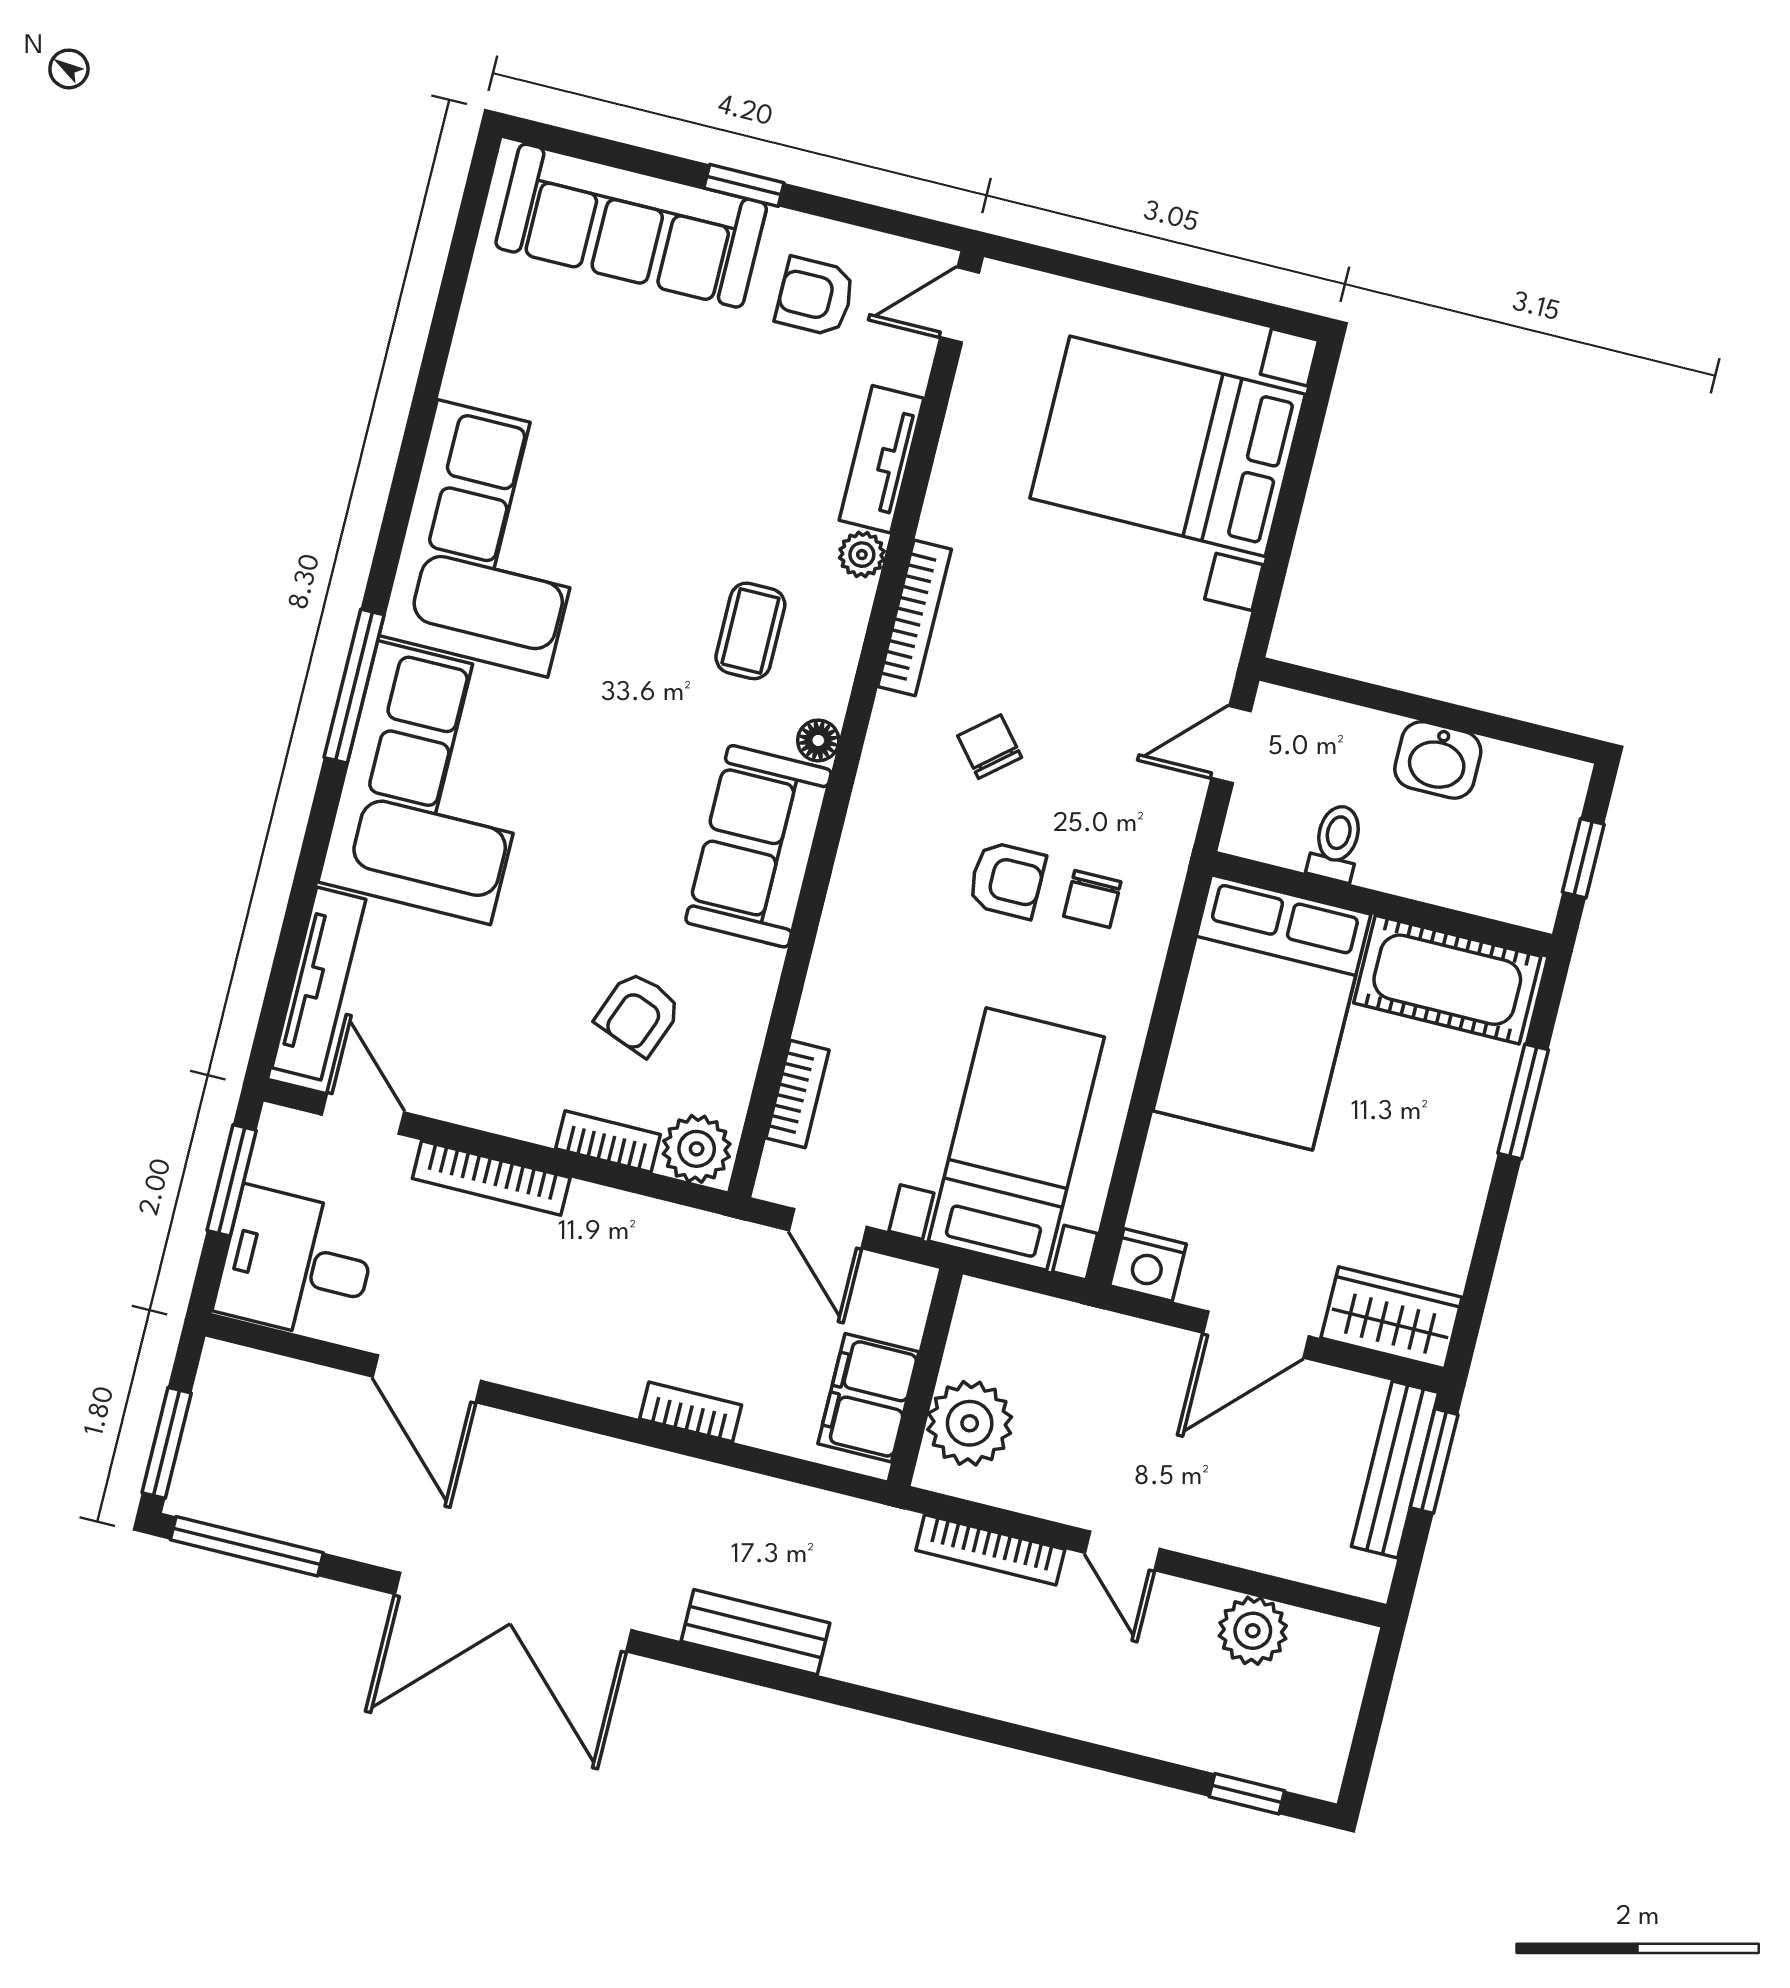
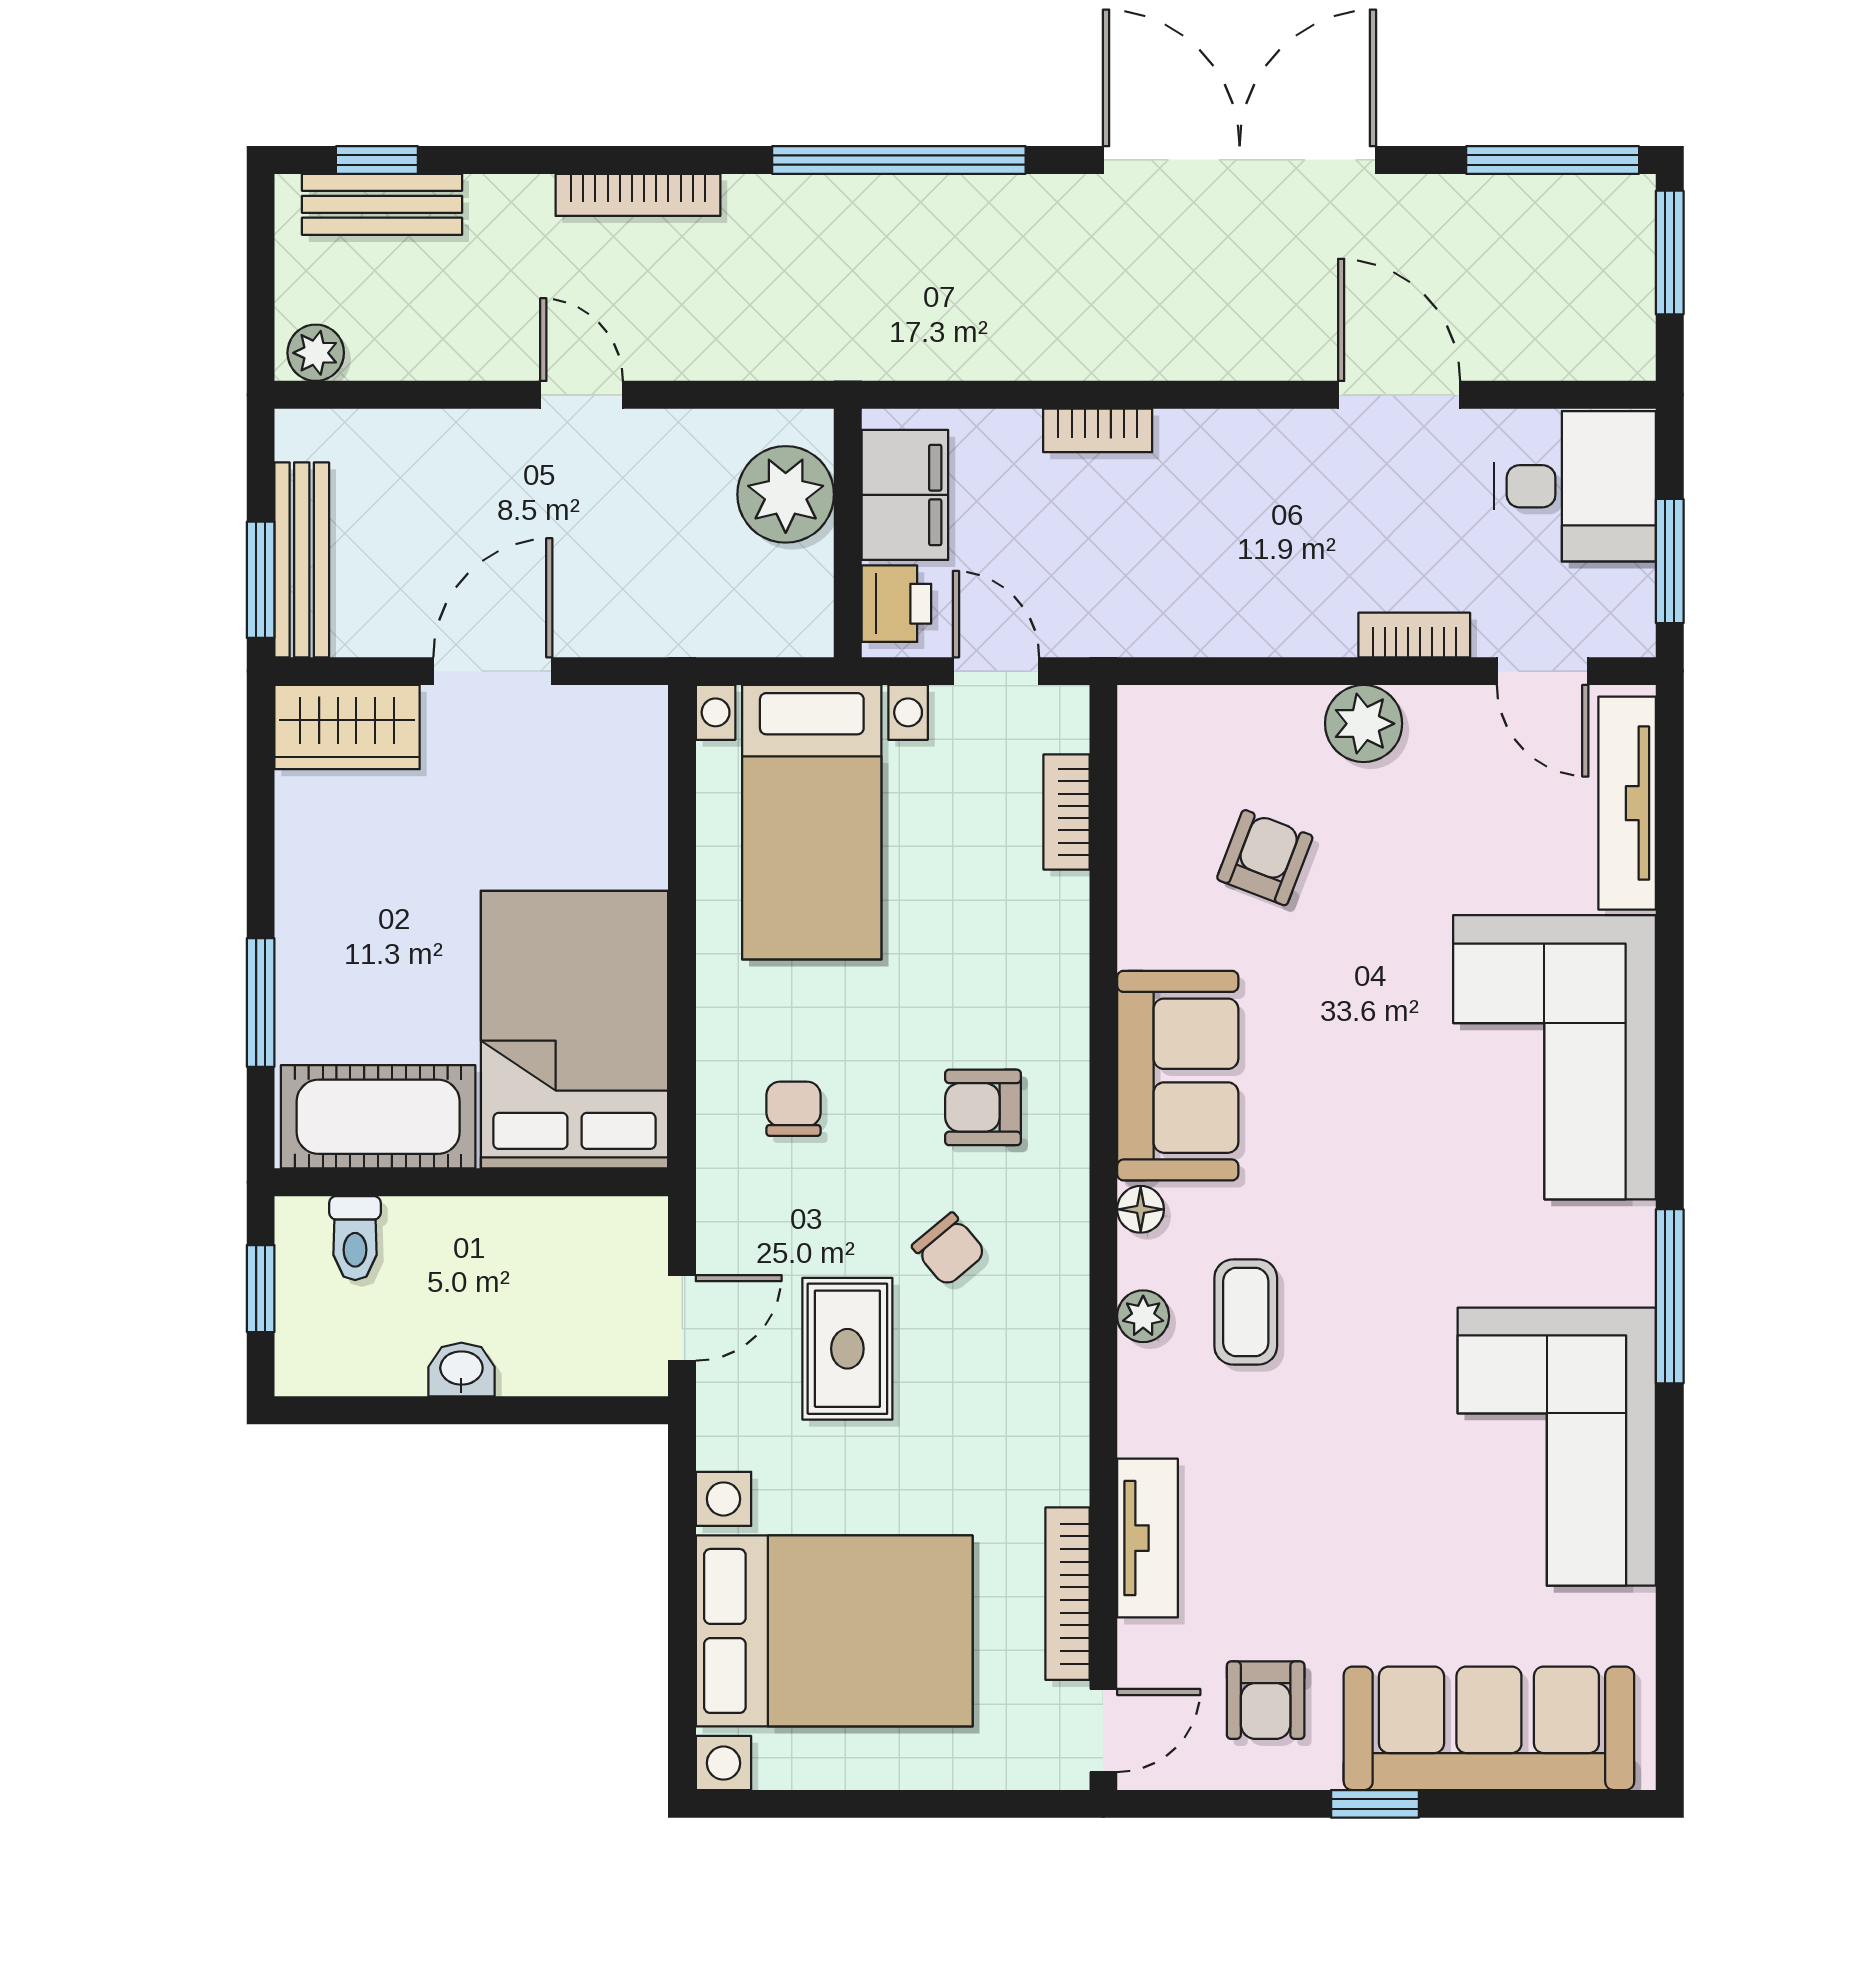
armchair: (815, 297) -> (1266, 1700), turned 90
corner sofa: (492, 538) -> (1557, 1447), moved
plant: (862, 555) -> (1143, 1316), moved
bookcase: (914, 618) -> (1067, 1594), moved
rug: (1097, 683) -> (847, 1349), added
window: (354, 686) -> (1670, 1296), moved
washbasin: (1438, 760) -> (461, 1370), width x0.72, depth x0.69
toilet: (1336, 843) -> (355, 1238), moved
armchair: (1007, 880) -> (983, 1107), moved
bookcase: (608, 1142) -> (1263, 707), removed
plant: (697, 1149) -> (1364, 724), moved
bookcase: (491, 1178) -> (1414, 635), width x0.64
nightstand: (1148, 1265) -> (631, 719), removed
printer: (898, 1307) -> (896, 604), added
bookcase: (990, 1550) -> (638, 195), moved, turned 180
plant: (1253, 1631) -> (316, 353), moved, width x0.73, depth x0.73
bench: (755, 1632) -> (382, 204), moved
window: (803, 1684) -> (899, 160), added

